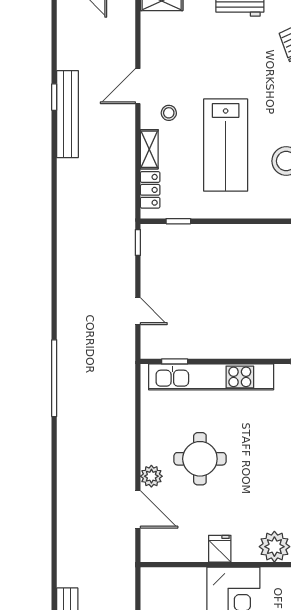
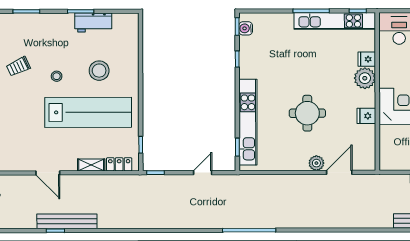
stool: (169, 113) -> (57, 76), moved
lab bench: (226, 145) -> (88, 112), width x1.36
round table: (200, 459) -> (307, 113), moved

